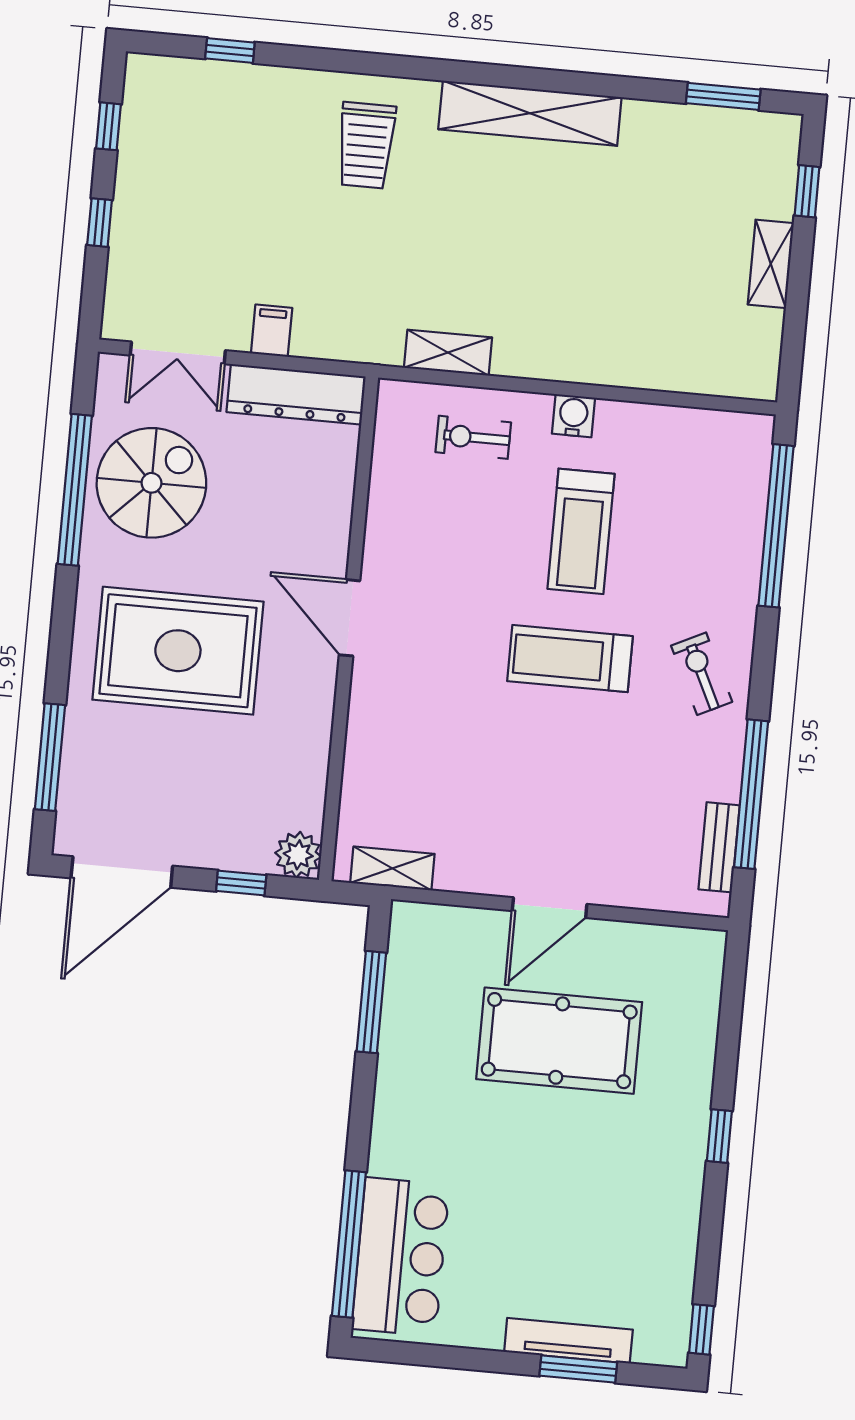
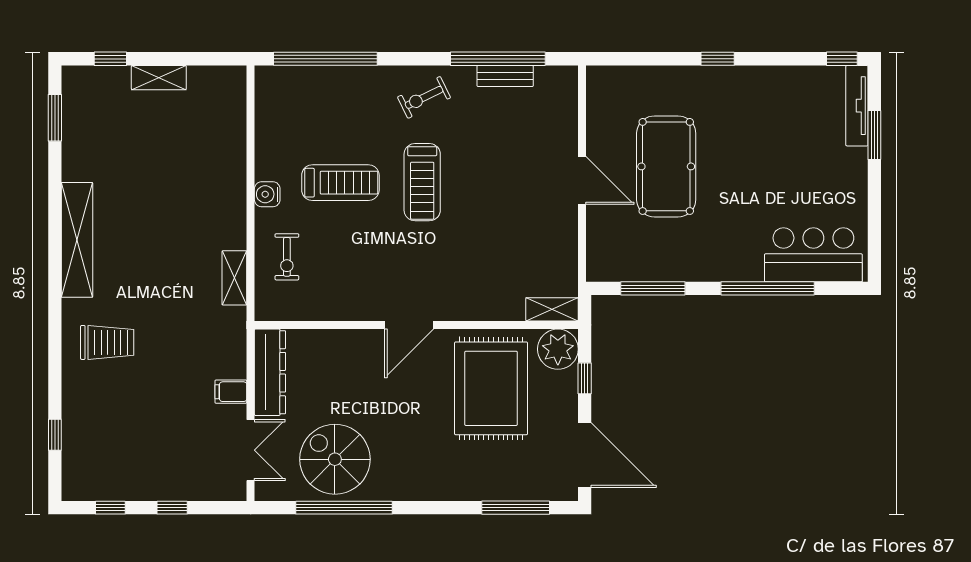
rug: (178, 651) -> (491, 388), moved
bench: (719, 847) -> (505, 76), moved
plant: (298, 855) -> (558, 349), width x1.36, depth x1.36
shelving: (392, 868) -> (552, 309), moved, turned 90
window: (349, 1244) -> (768, 288), moved
tv unit: (568, 1341) -> (857, 106), moved

